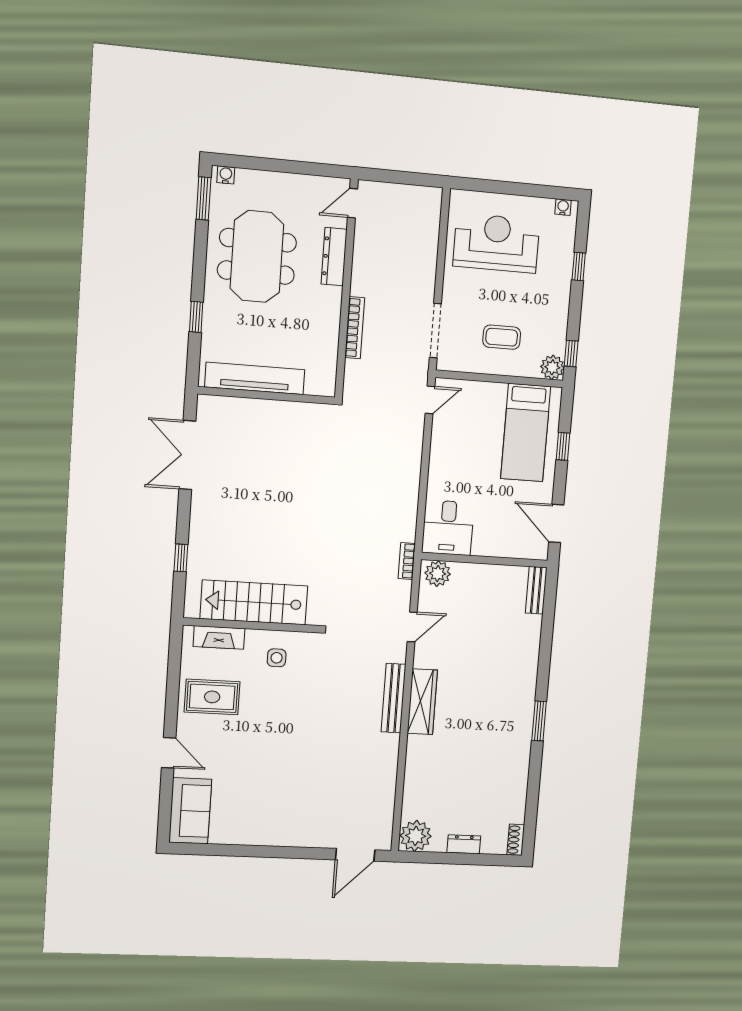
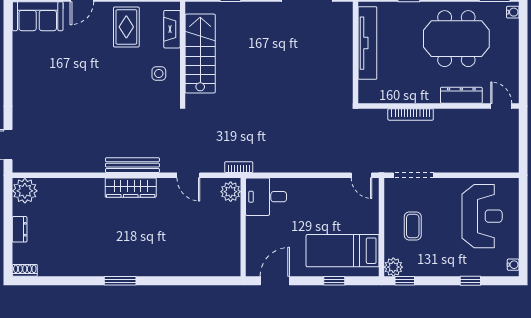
bench: (536, 590) -> (222, 269), removed

